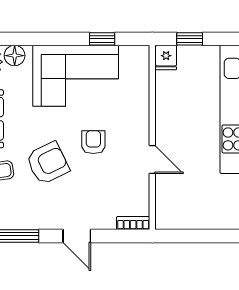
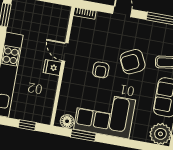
window: (102, 39) -> (83, 135), width x1.50
floor lamp: (15, 56) -> (67, 121), moved
fridge: (166, 58) -> (52, 67), moved, turned -90

